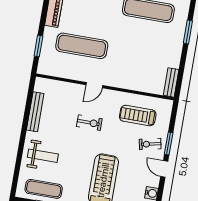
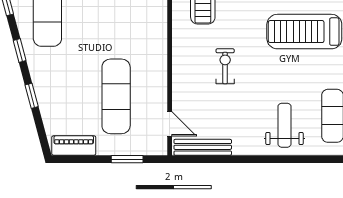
door: (94, 85) -> (170, 124), moved
bench: (35, 112) -> (203, 147), moved

